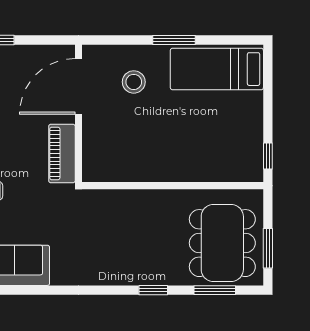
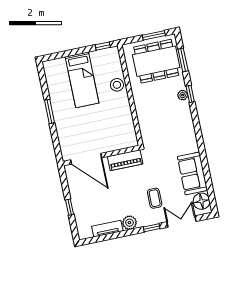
bed: (217, 69) -> (82, 80), moved
stool: (134, 82) -> (117, 85), moved
plant: (154, 277) -> (183, 95), added

